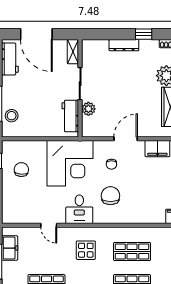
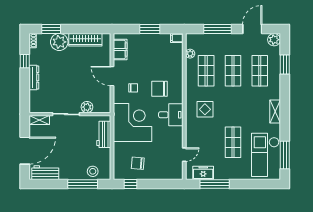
workbench: (70, 116) -> (104, 134), moved, turned 90
door: (49, 225) -> (184, 155), moved
plant: (153, 232) -> (190, 54), added

